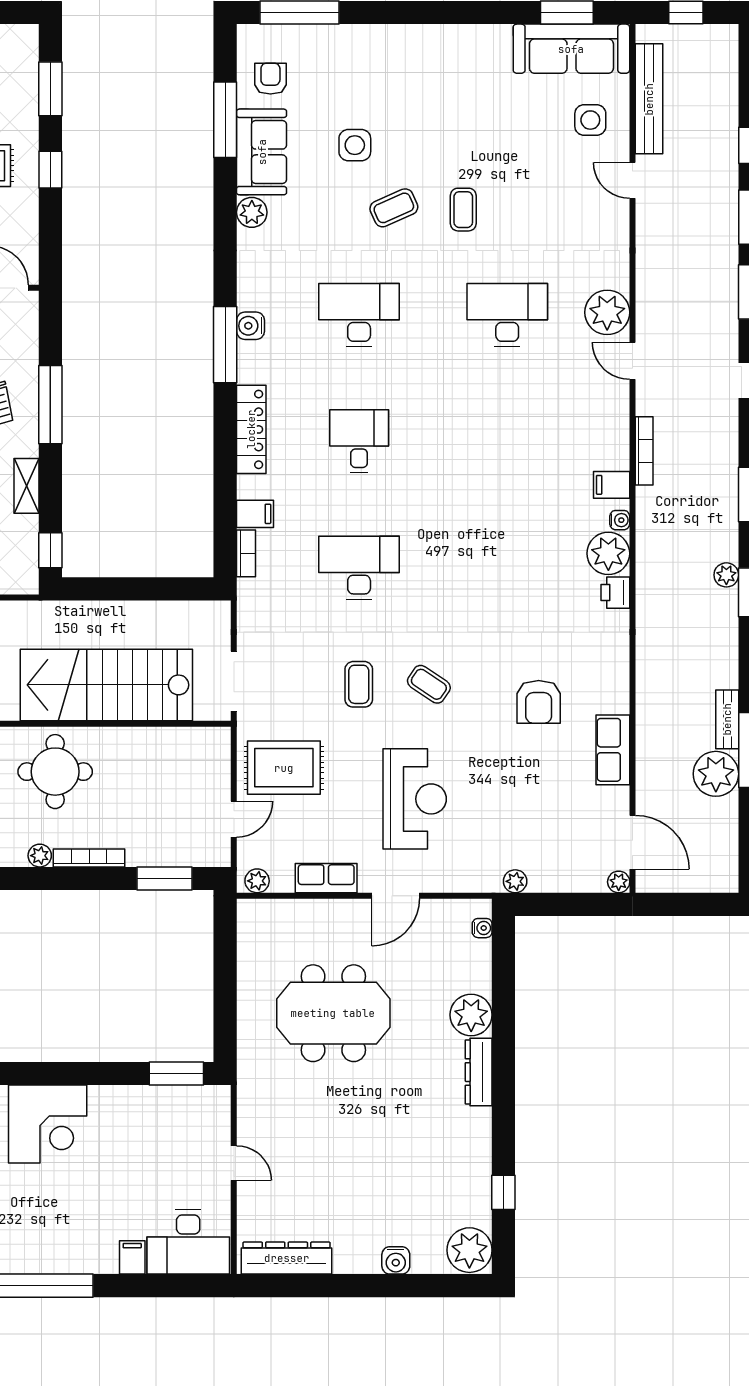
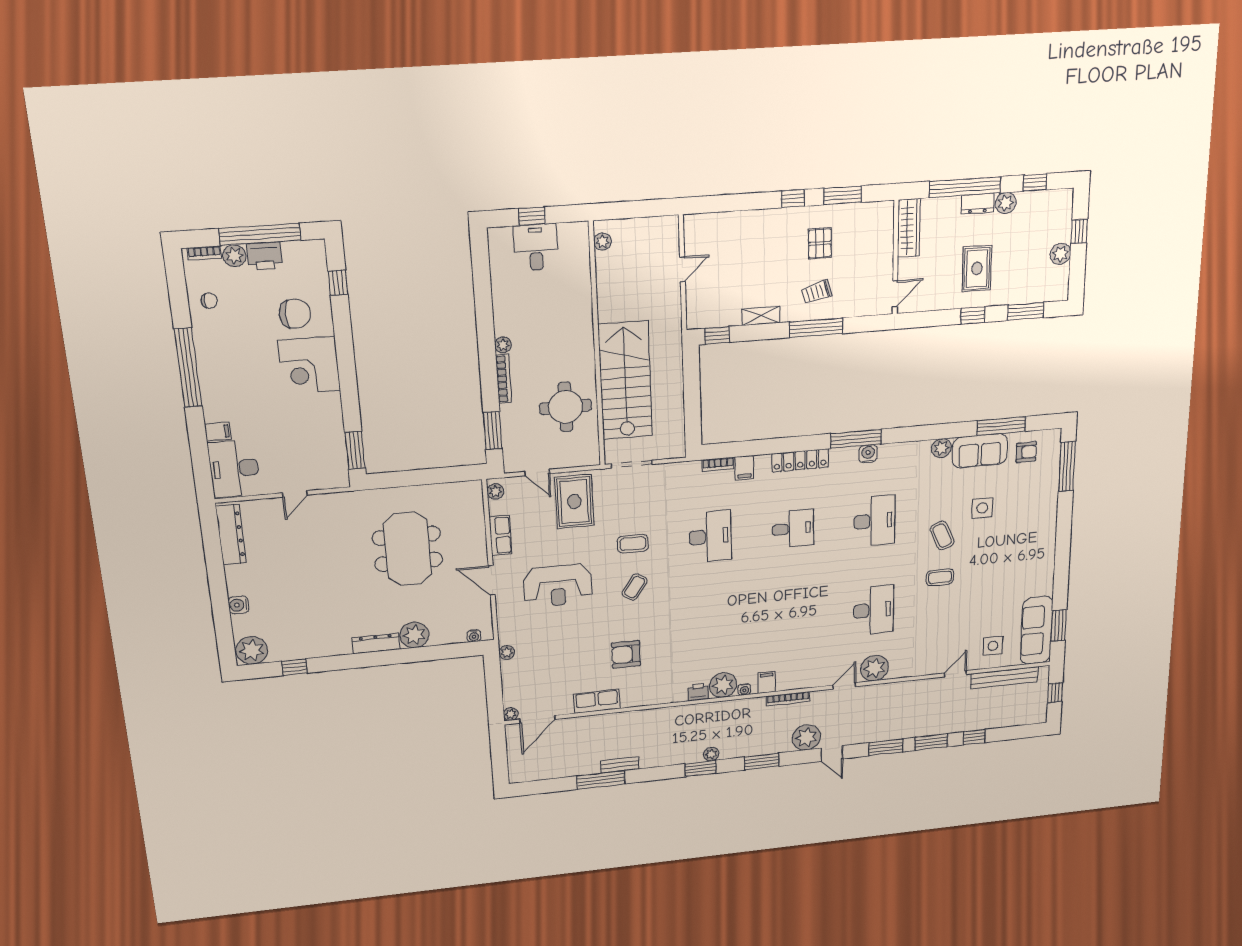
round table: (55, 772) -> (565, 407), moved
plant: (716, 774) -> (806, 737), moved

